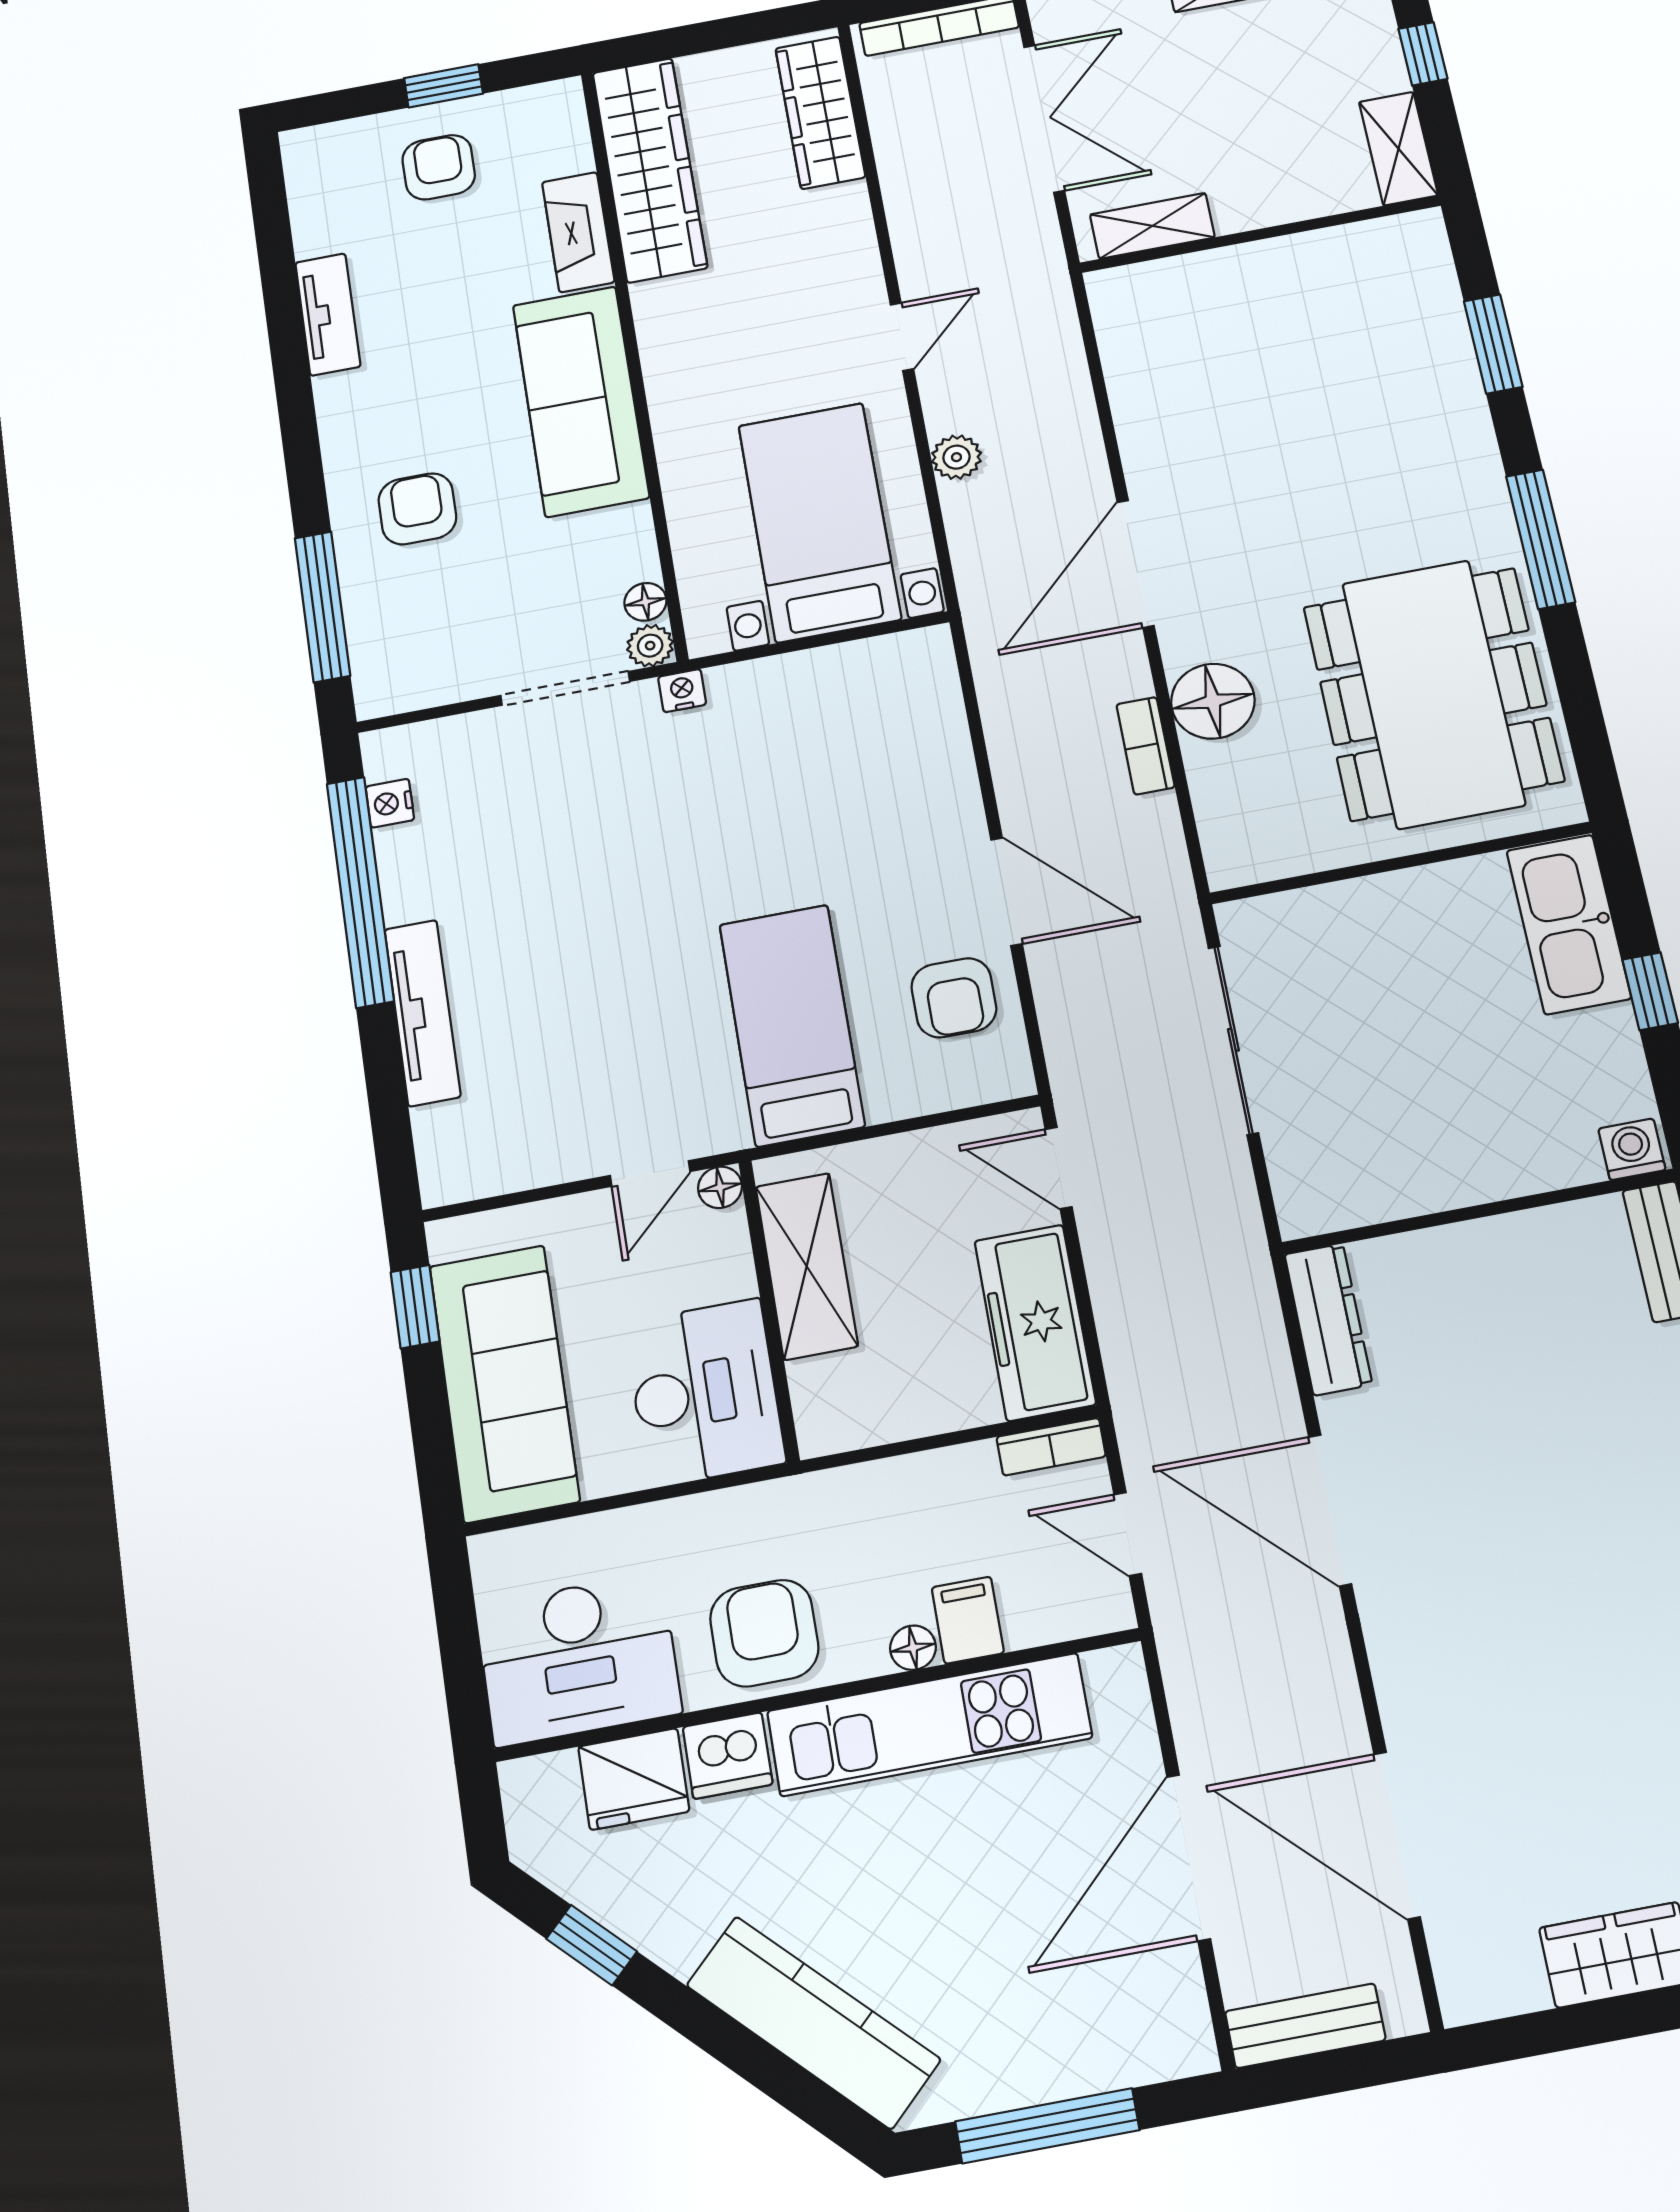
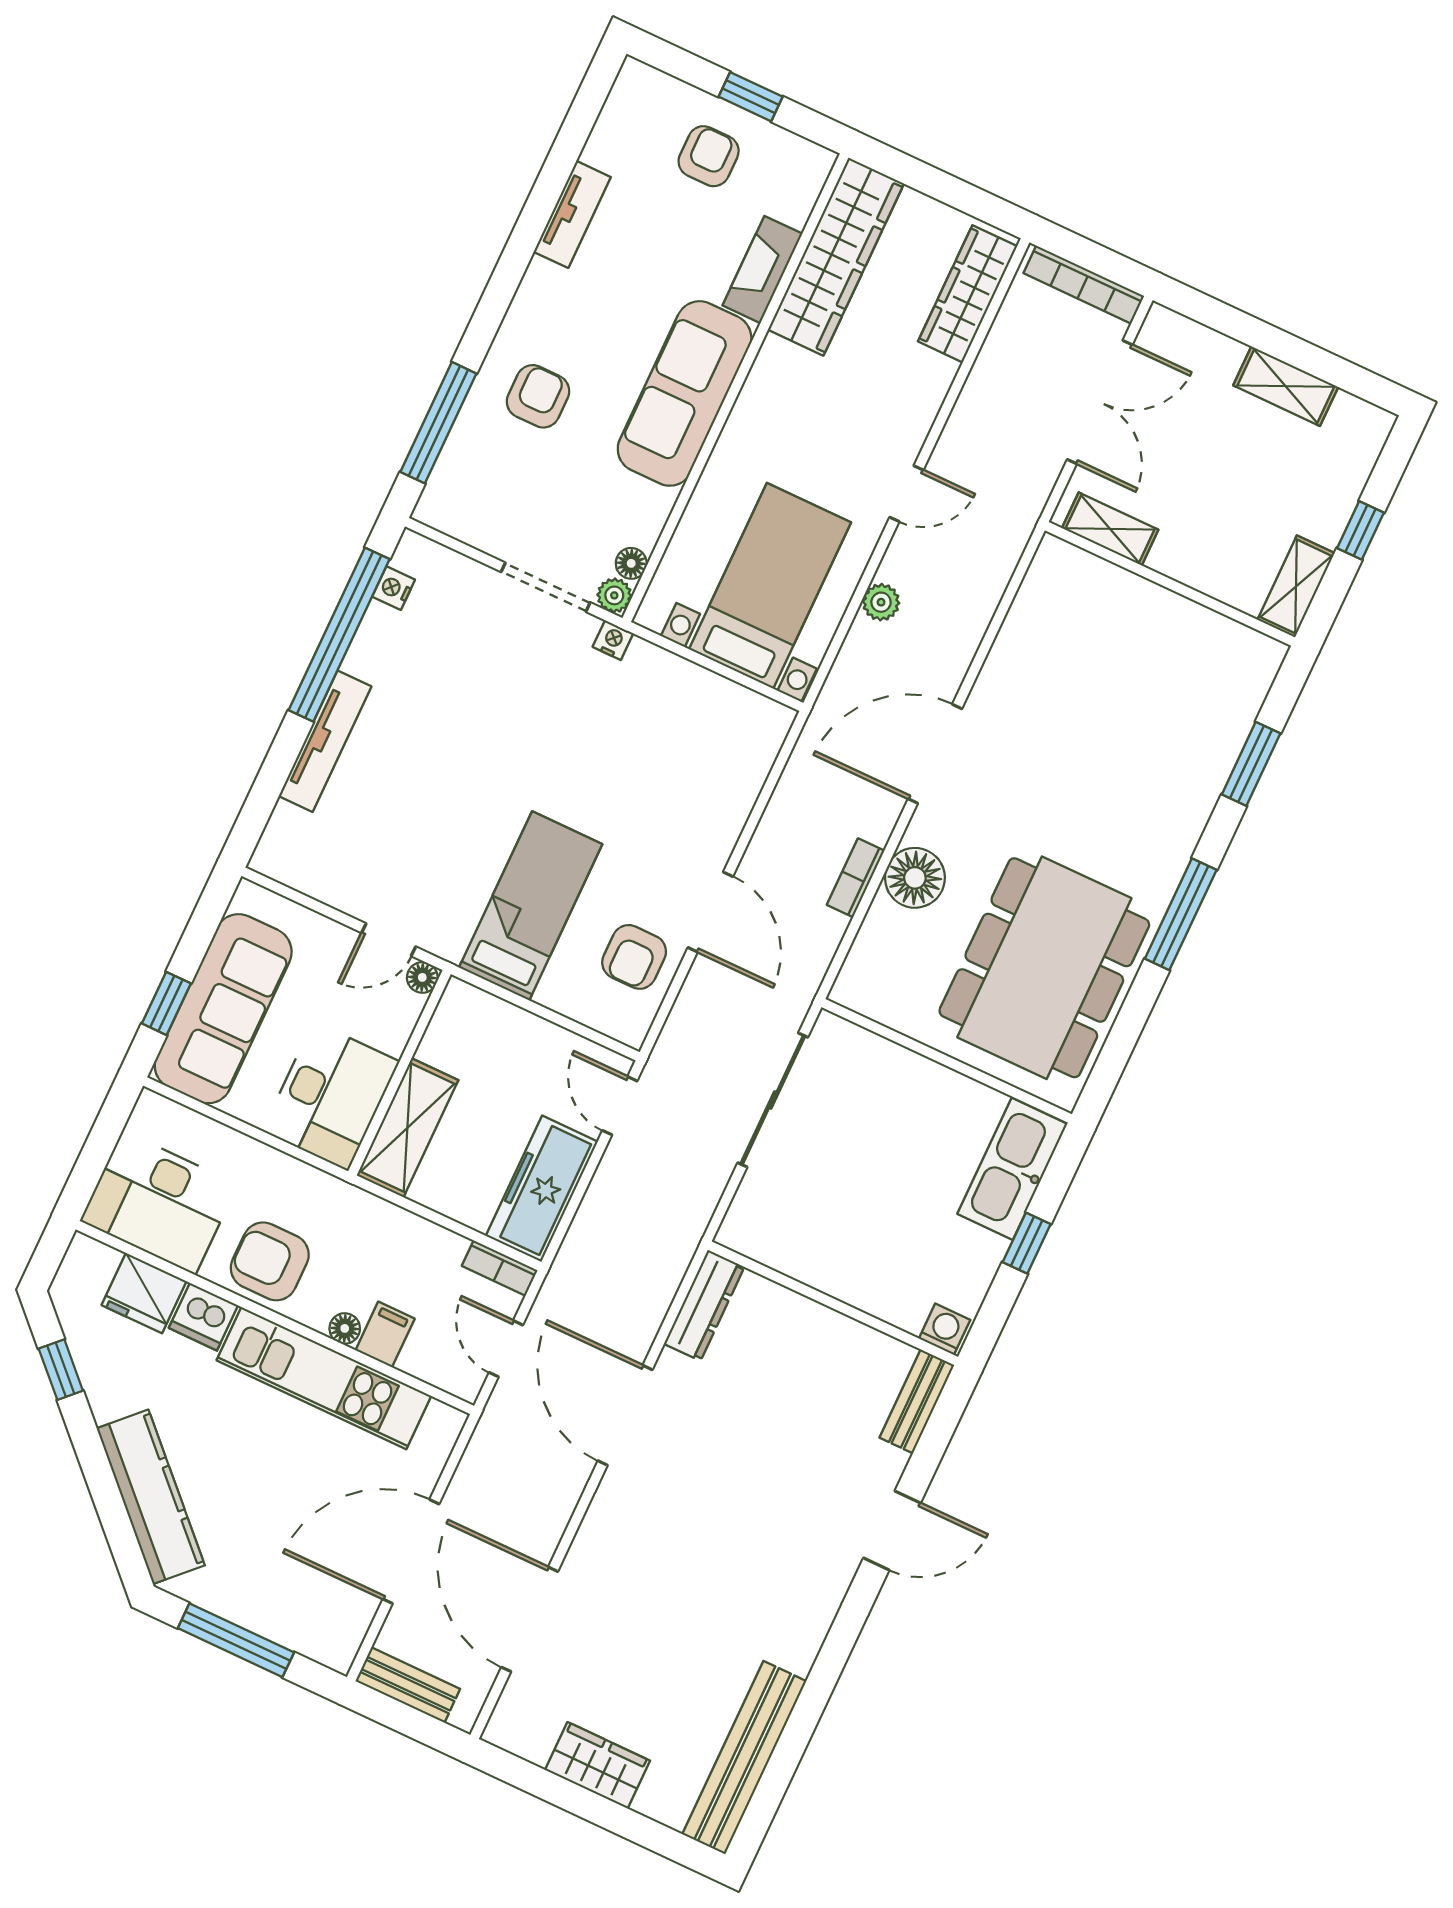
shelving: (807, 1266) -> (407, 1128), moved
window: (415, 1307) -> (166, 1003), moved
armchair: (764, 1633) -> (270, 1261), turned -90

